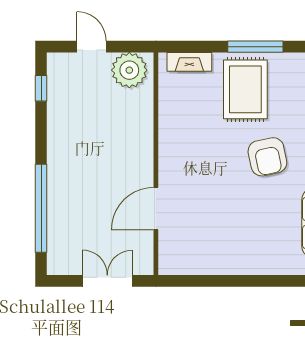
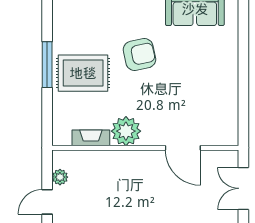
fireplace: (189, 62) -> (91, 138), moved, turned -90
plant: (129, 70) -> (60, 177), width x0.53, depth x0.53
plant: (176, 141) -> (126, 131), added

